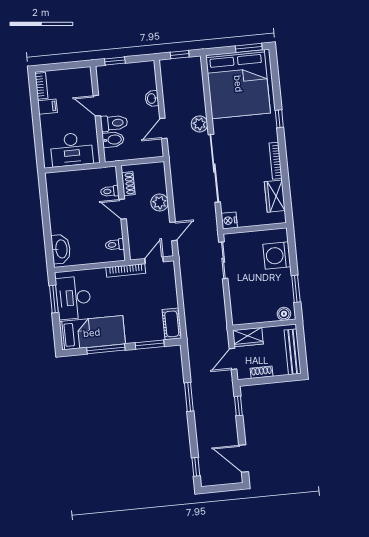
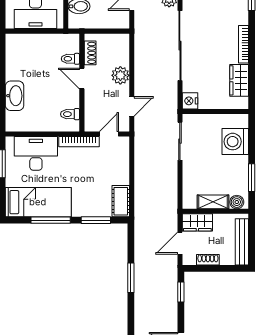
washbasin: (61, 249) -> (15, 96), moved
desk: (73, 298) -> (36, 153), moved, turned 90
shelving: (261, 316) -> (213, 202), added

